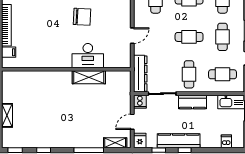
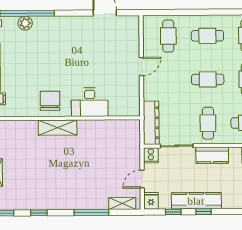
chair: (82, 17) -> (50, 101), moved, turned -93
door: (132, 36) -> (141, 66), moved
shelving: (89, 77) -> (58, 128), moved

